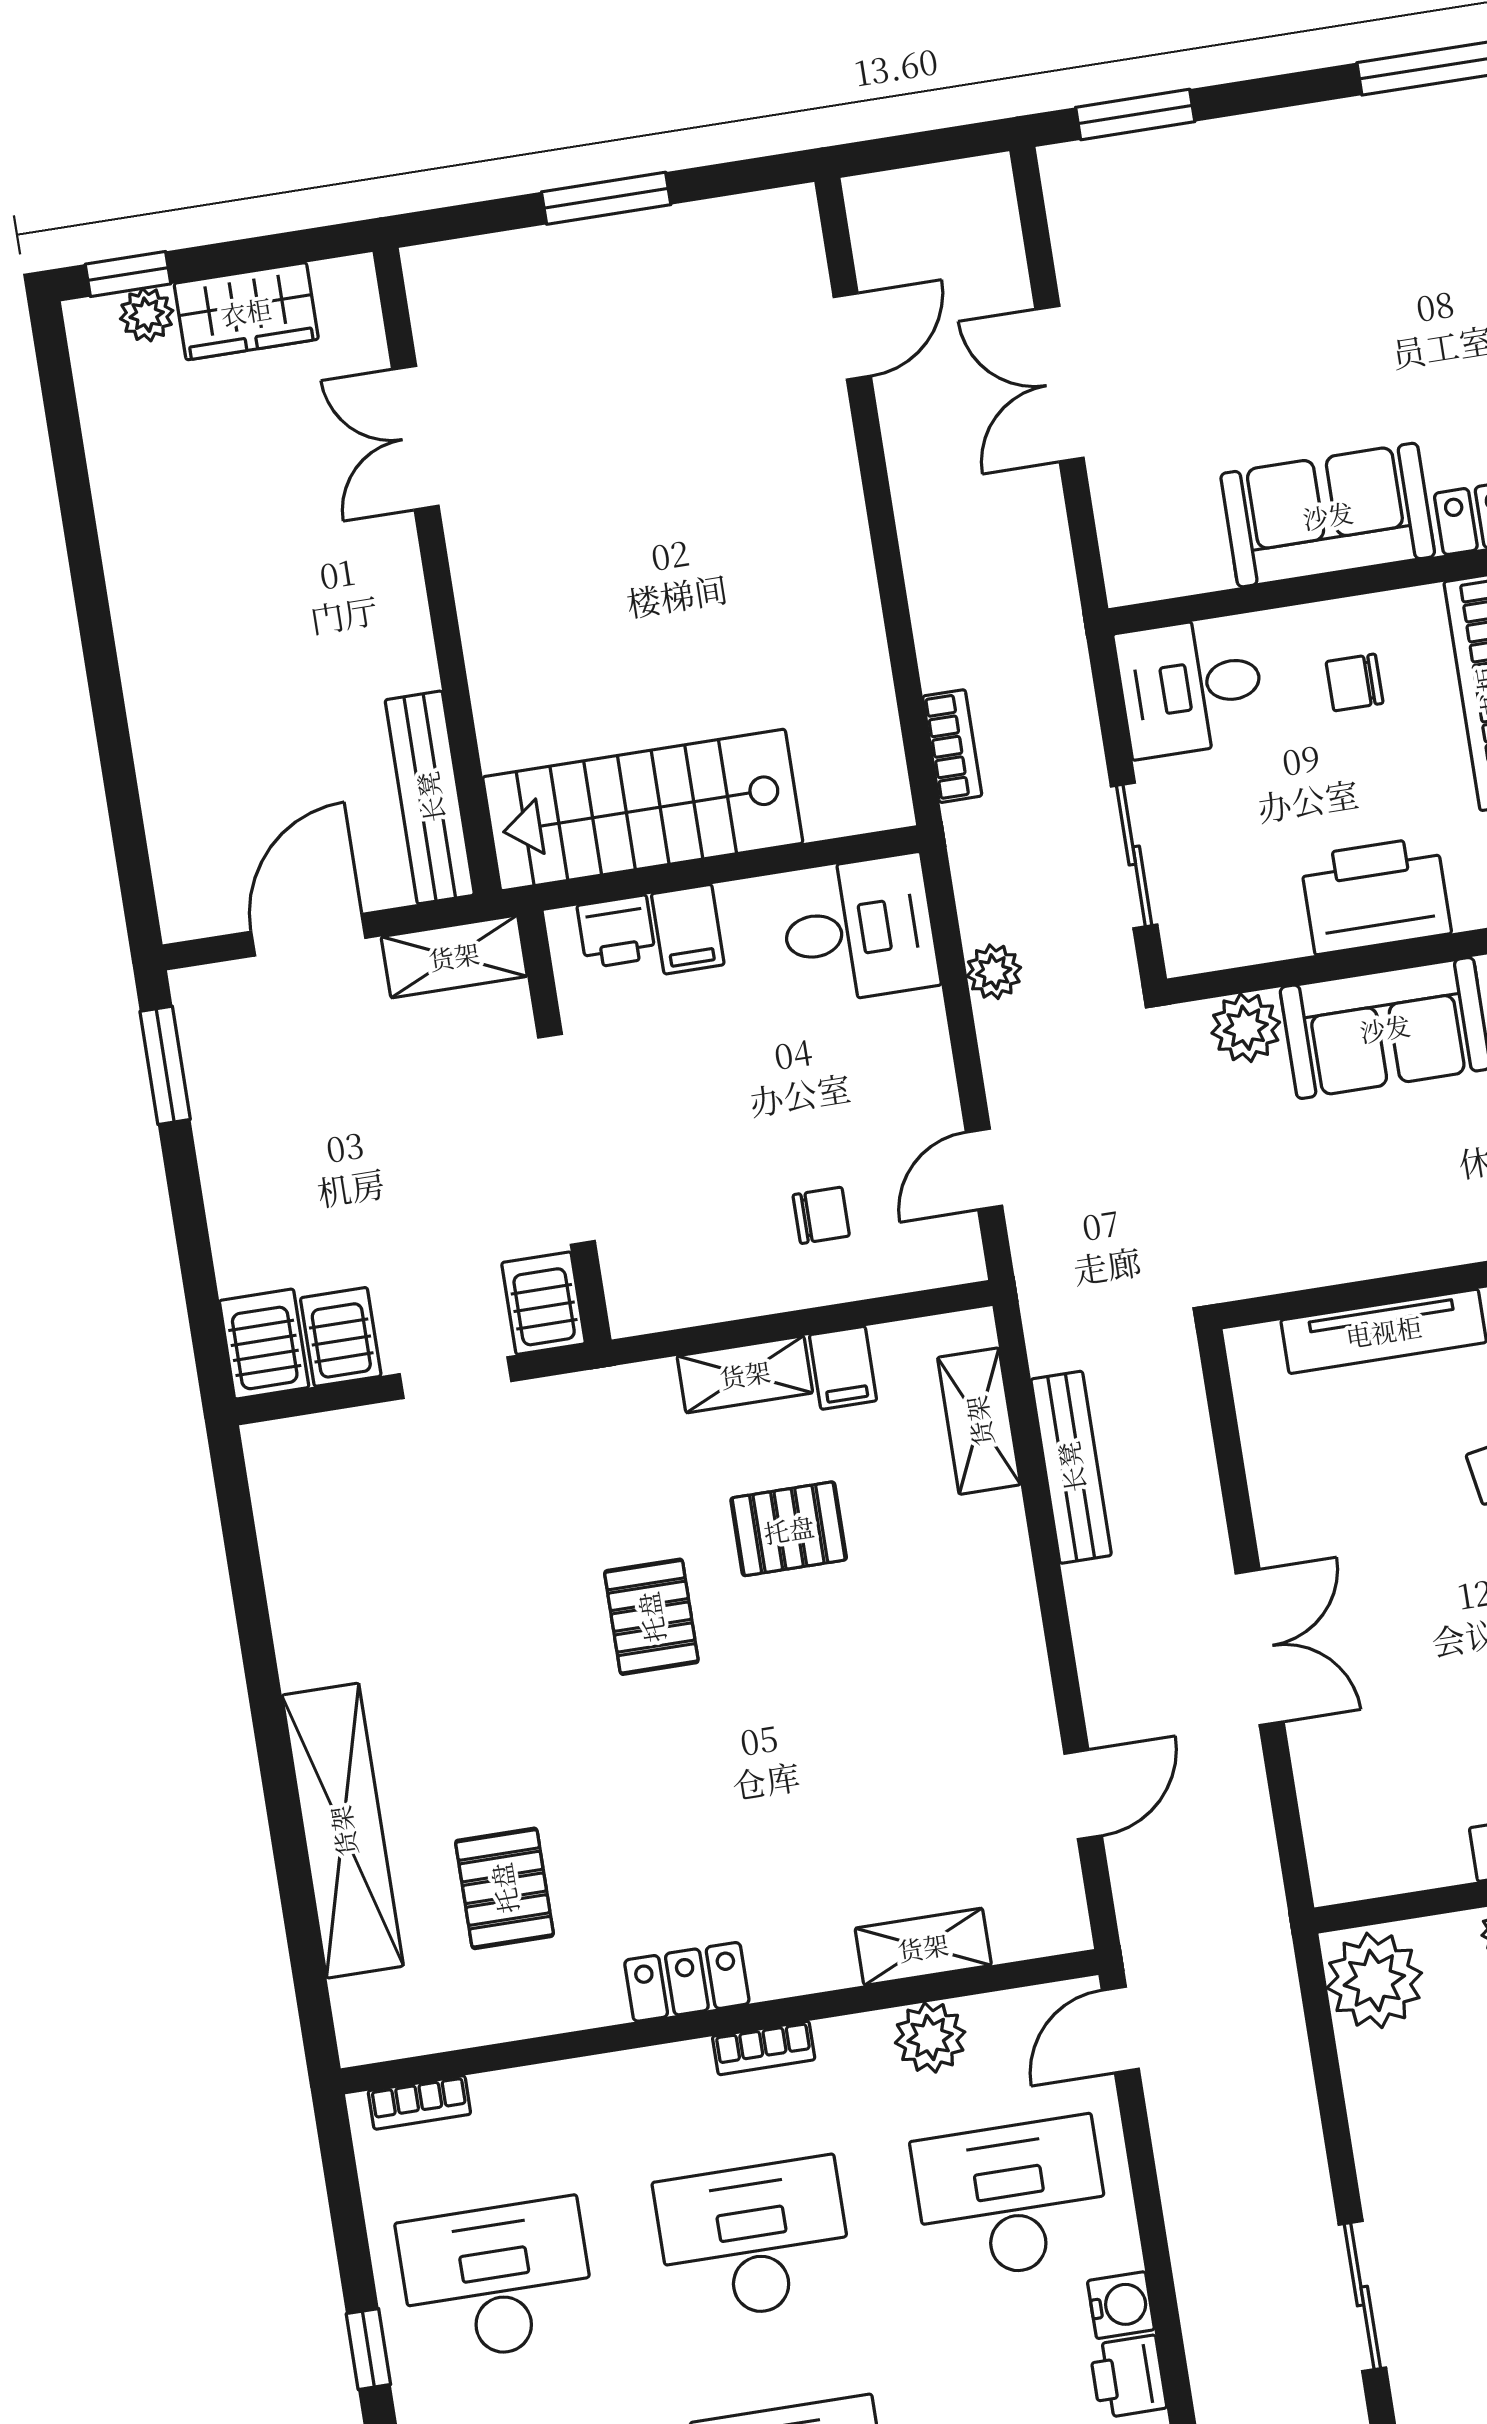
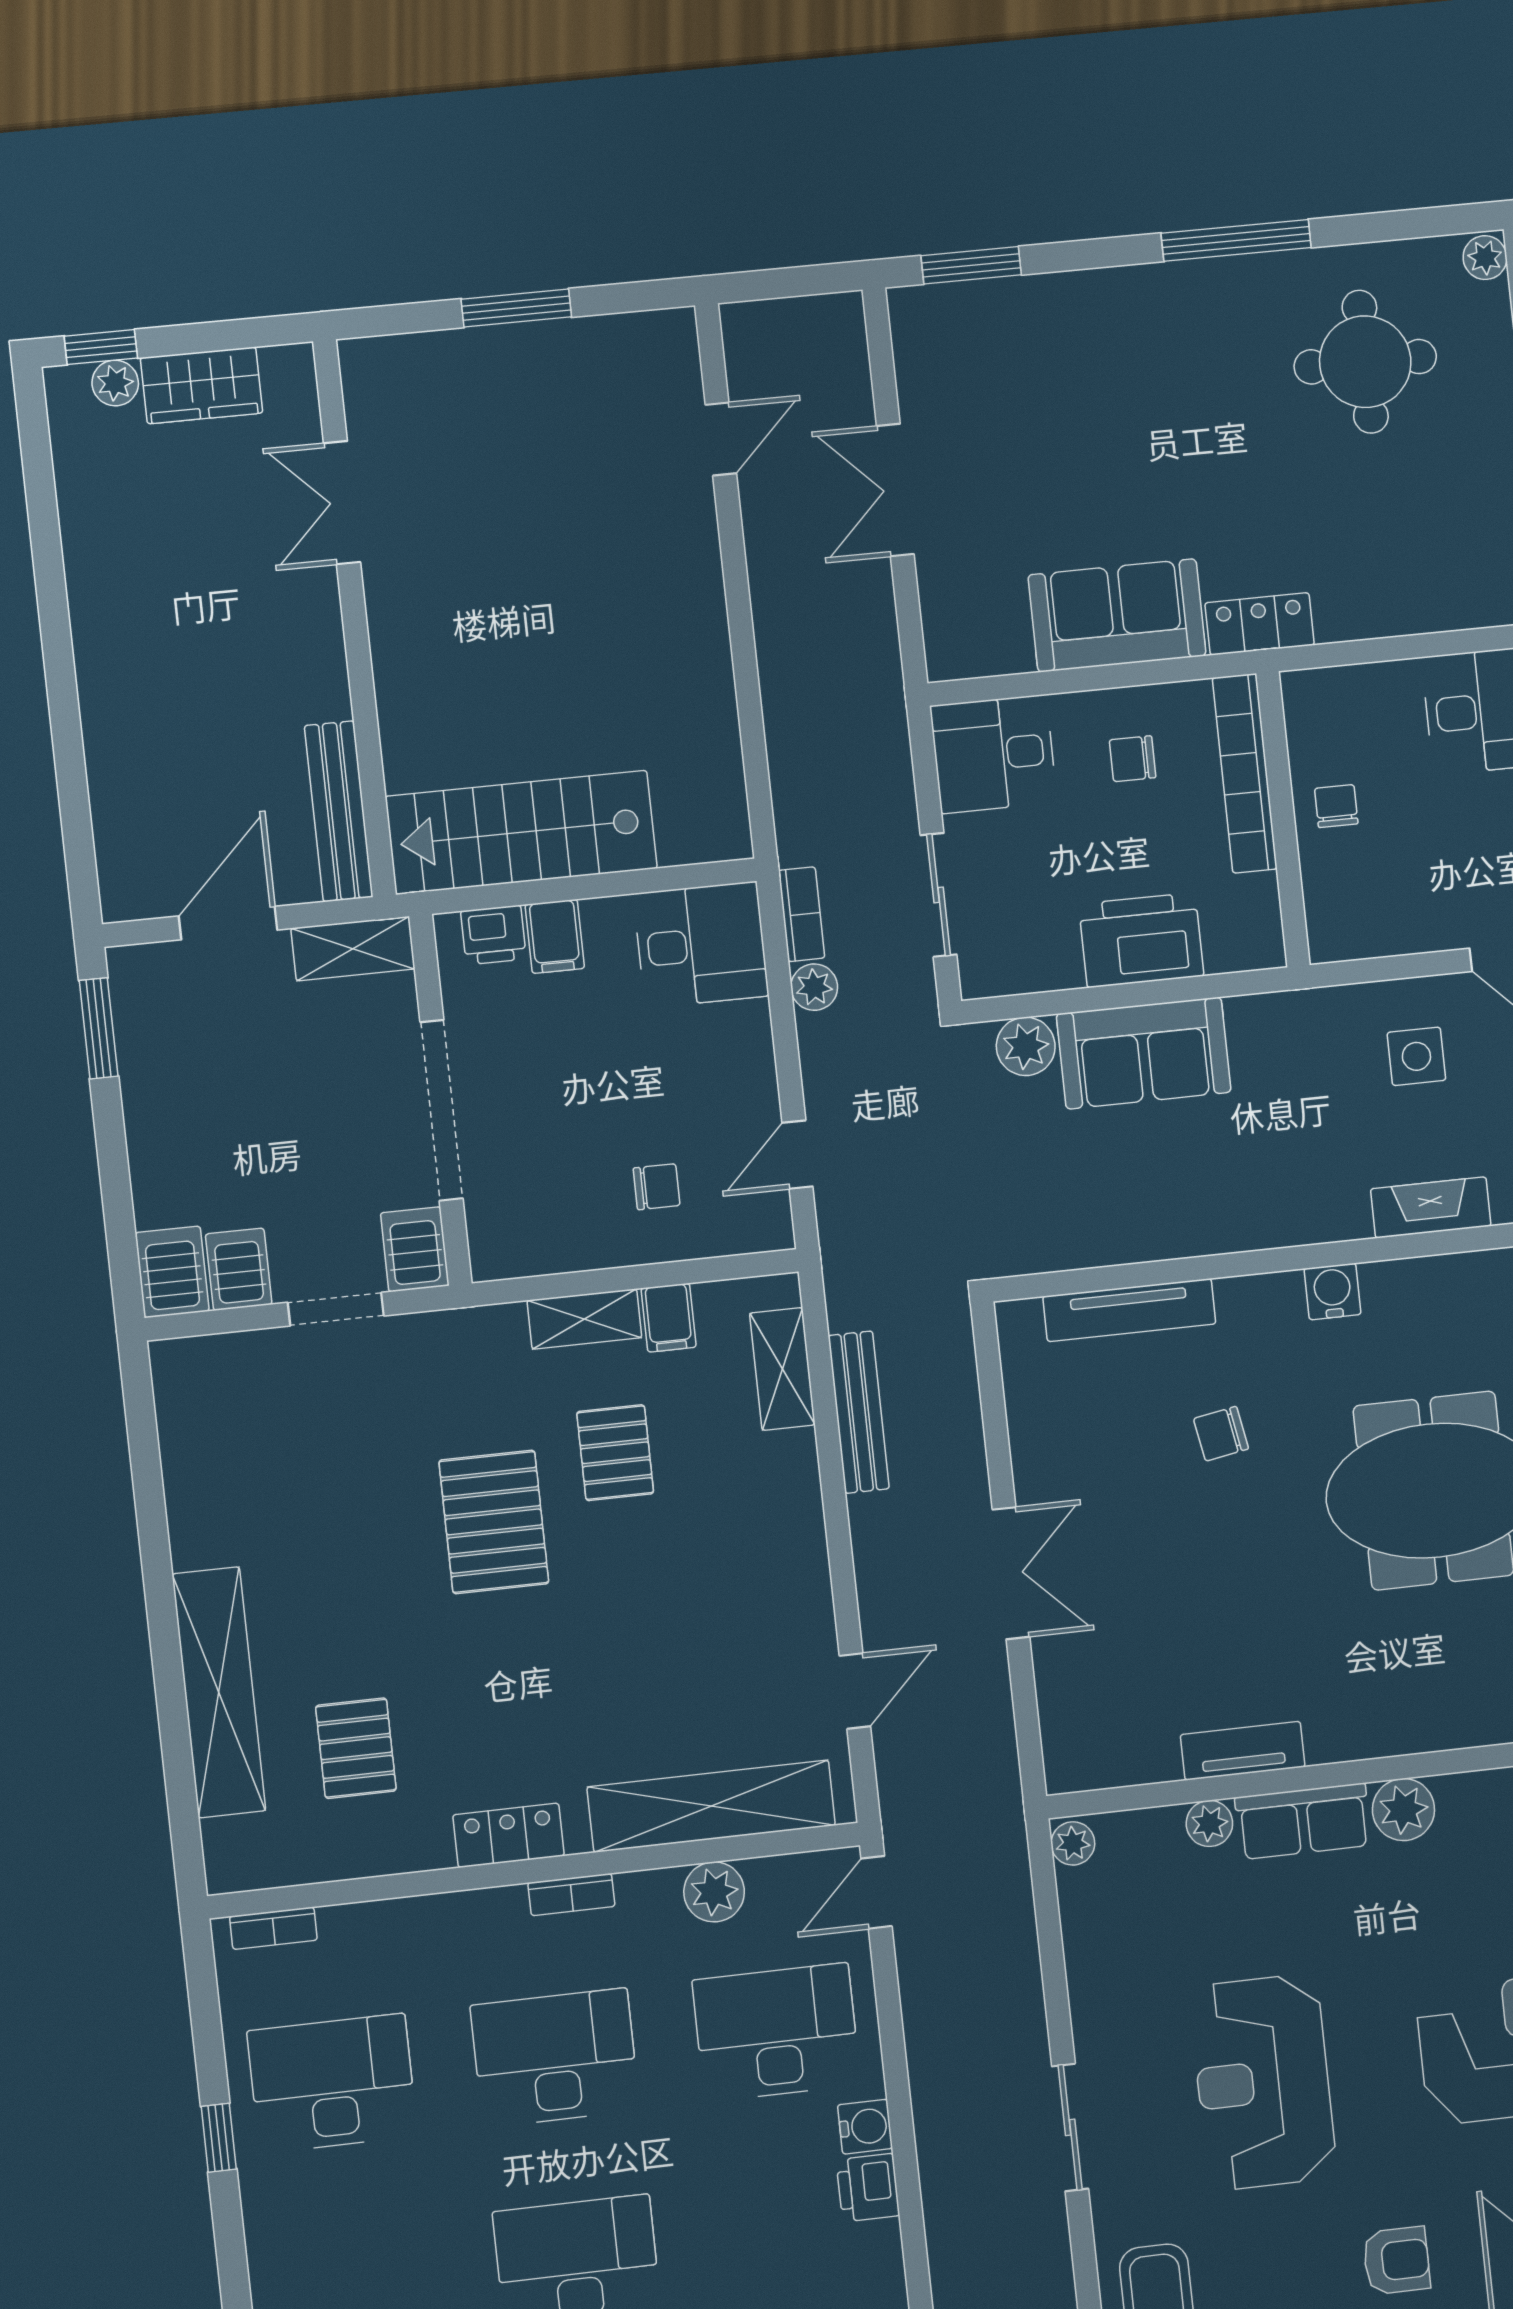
bookcase: (952, 746) -> (802, 914), moved
pallet: (789, 1529) -> (615, 1453), turned 90
pallet: (651, 1617) -> (494, 1522), width x1.50, depth x1.42
shelving: (923, 1947) -> (711, 1806), width x2.20, depth x1.33
plant: (1374, 1980) -> (1073, 1843), width x0.53, depth x0.53

